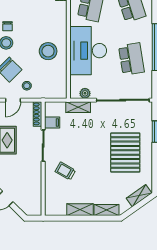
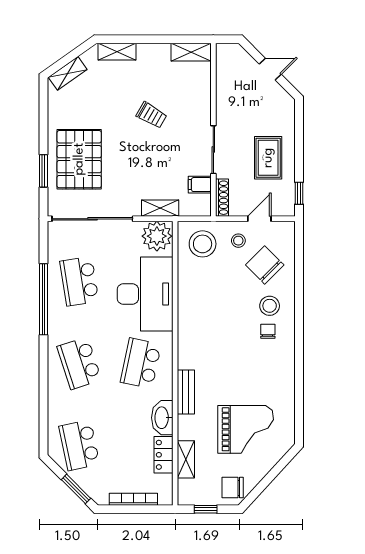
stool: (48, 51) -> (203, 244), moved
plant: (85, 93) -> (157, 236), width x1.88, depth x1.88
pallet: (125, 152) -> (79, 159), moved
trolley: (65, 171) -> (151, 115), moved
shelving: (80, 210) -> (191, 52), moved

